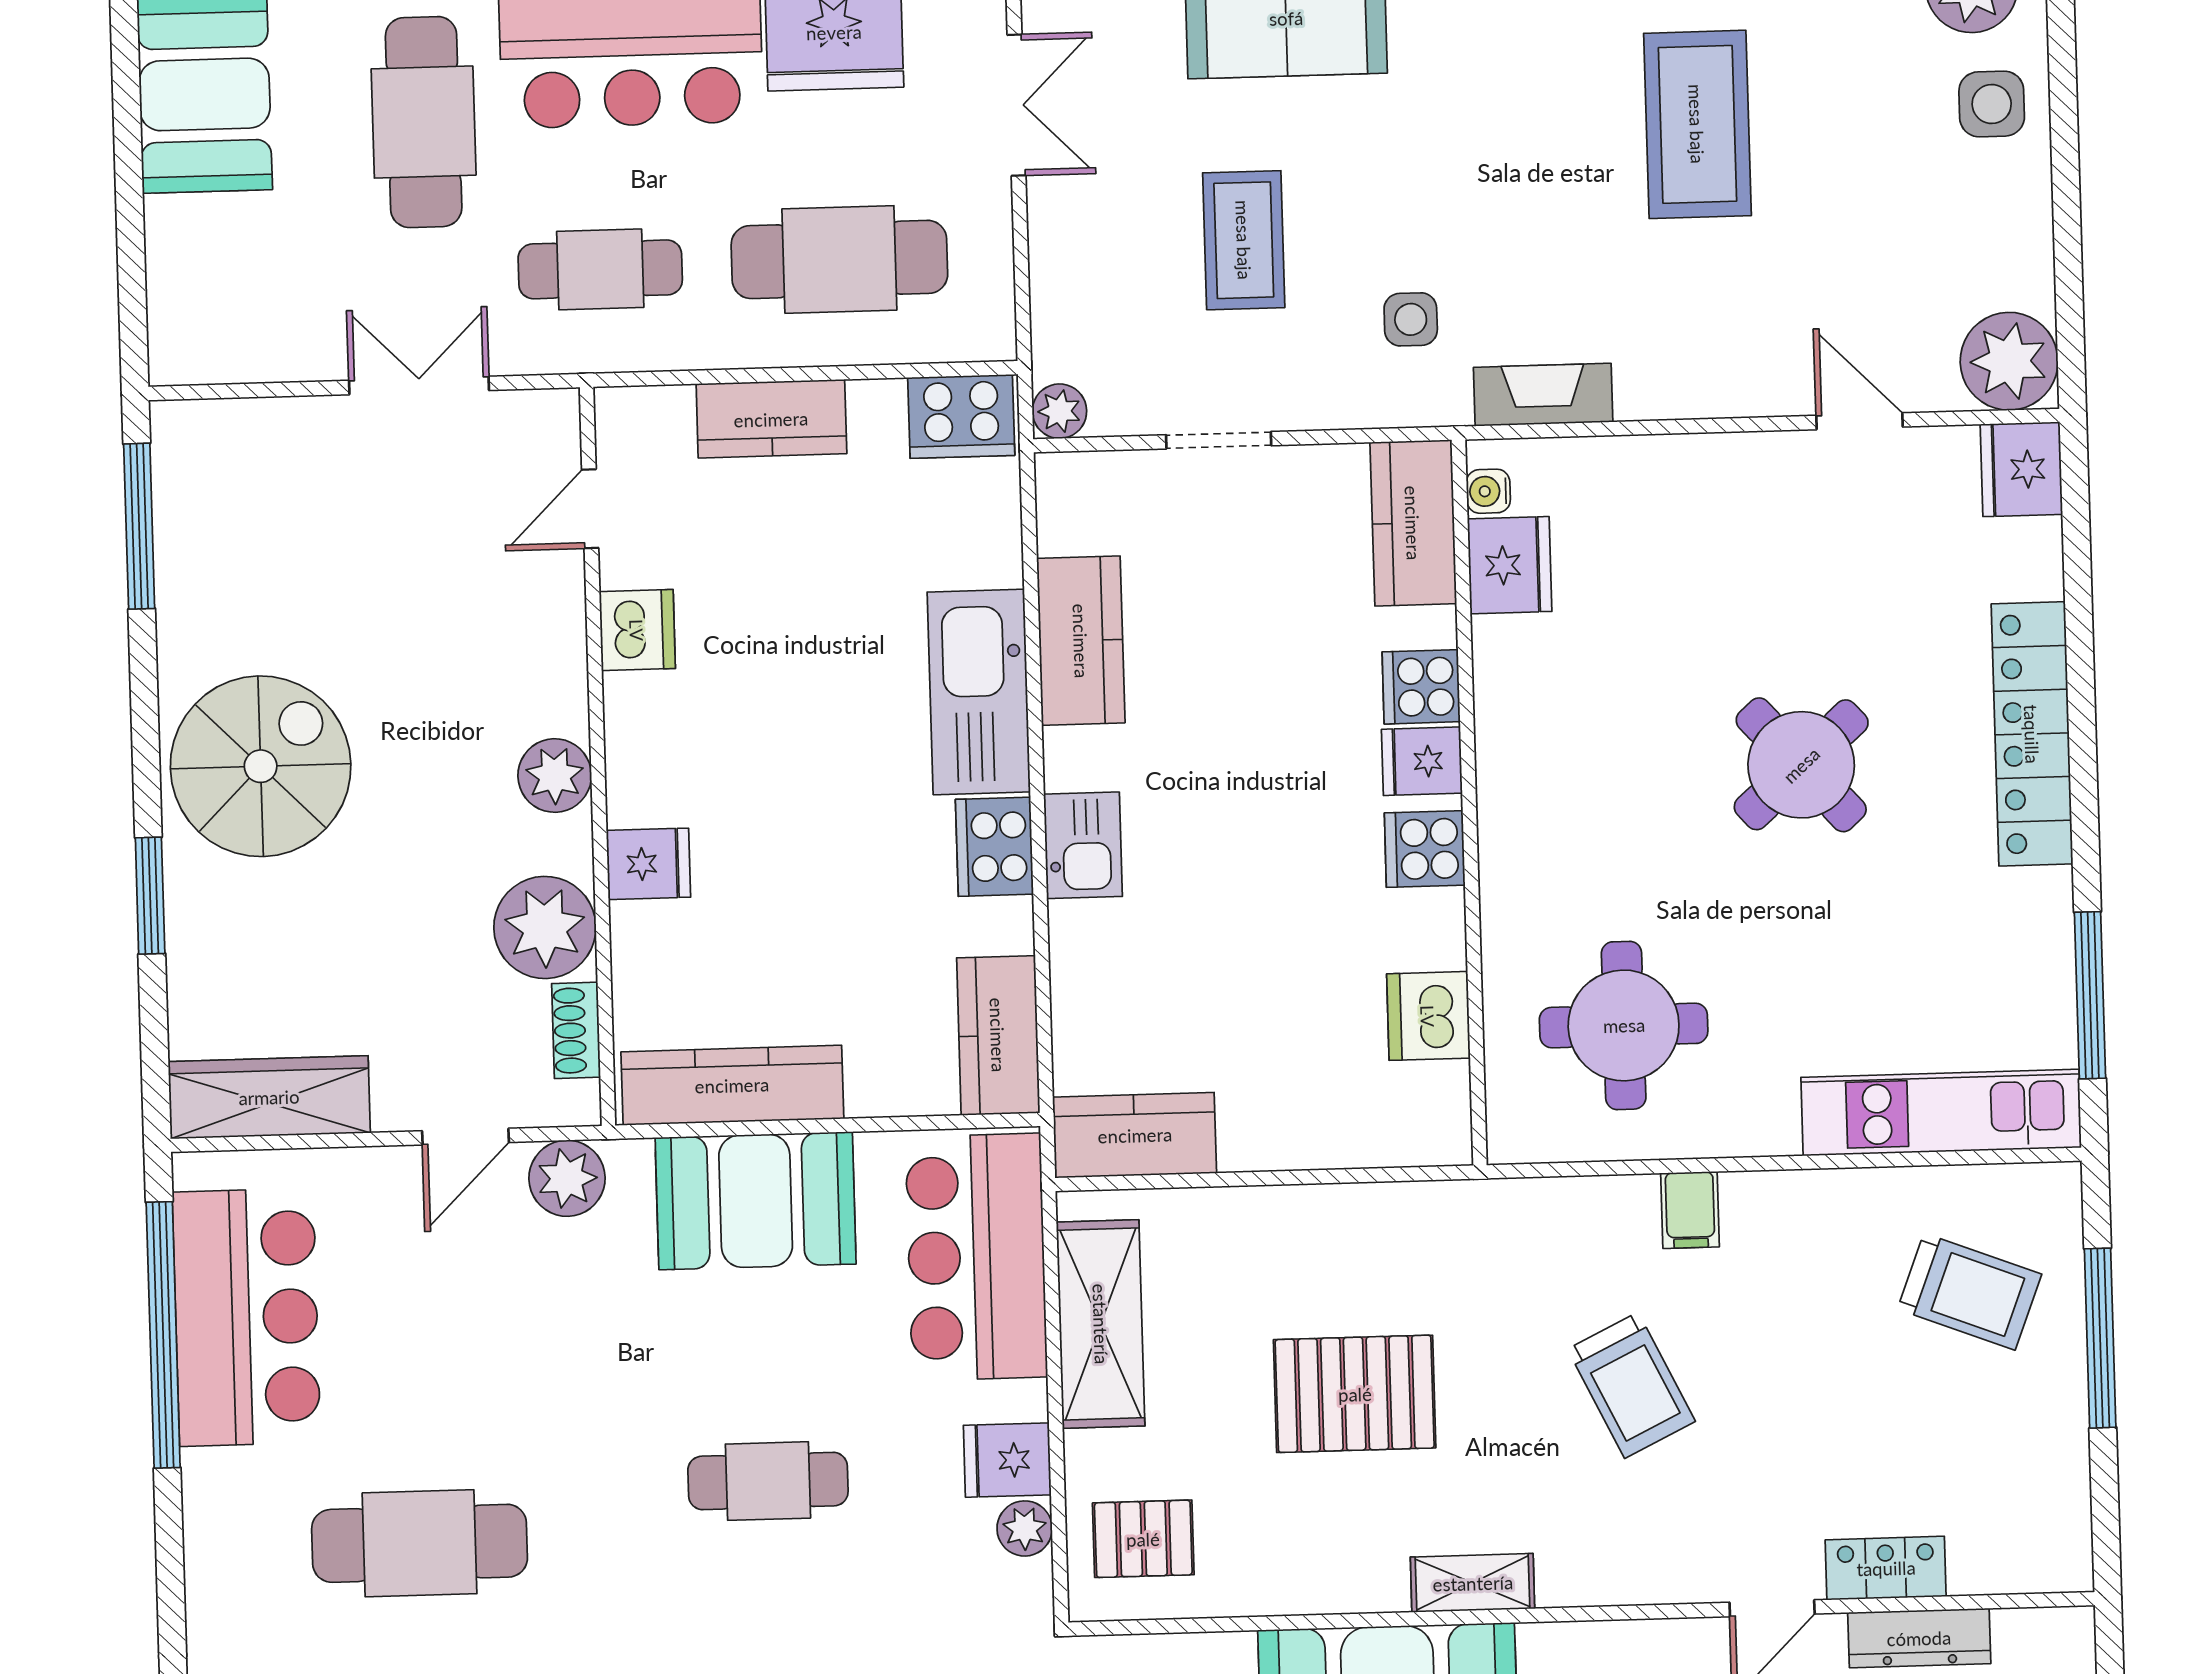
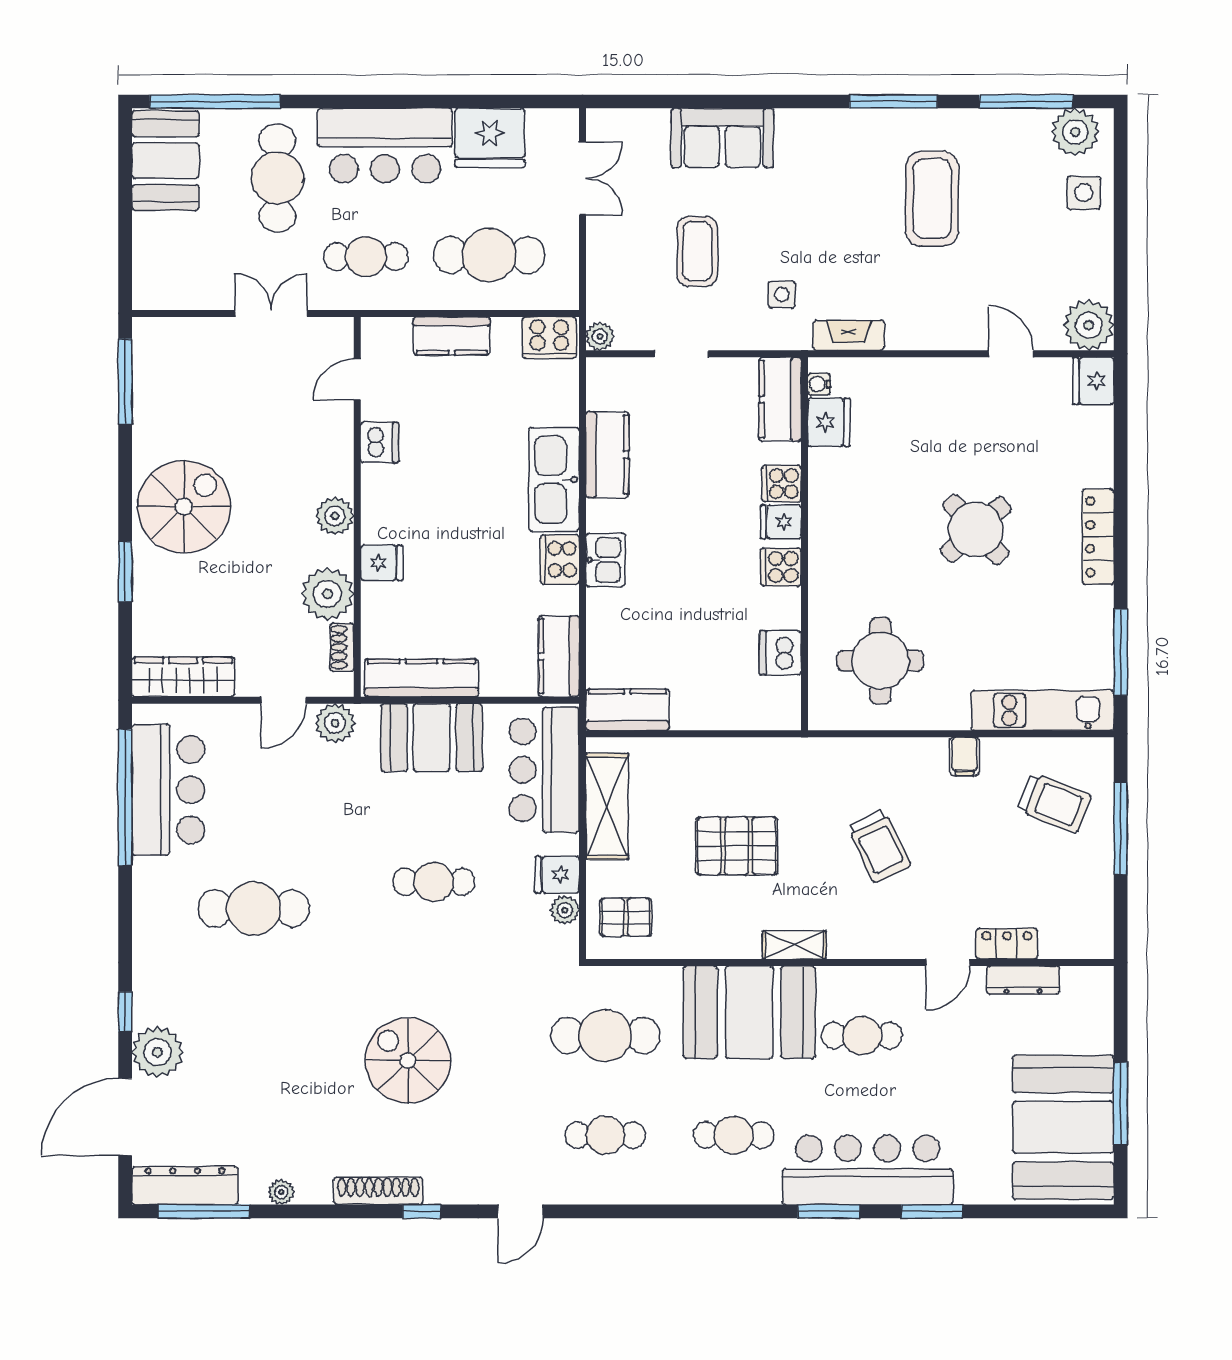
locker: (2032, 734) -> (1098, 537), width x0.71, depth x0.83
filing cabinet: (1690, 1210) -> (965, 757), moved

